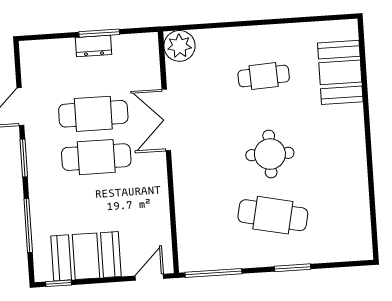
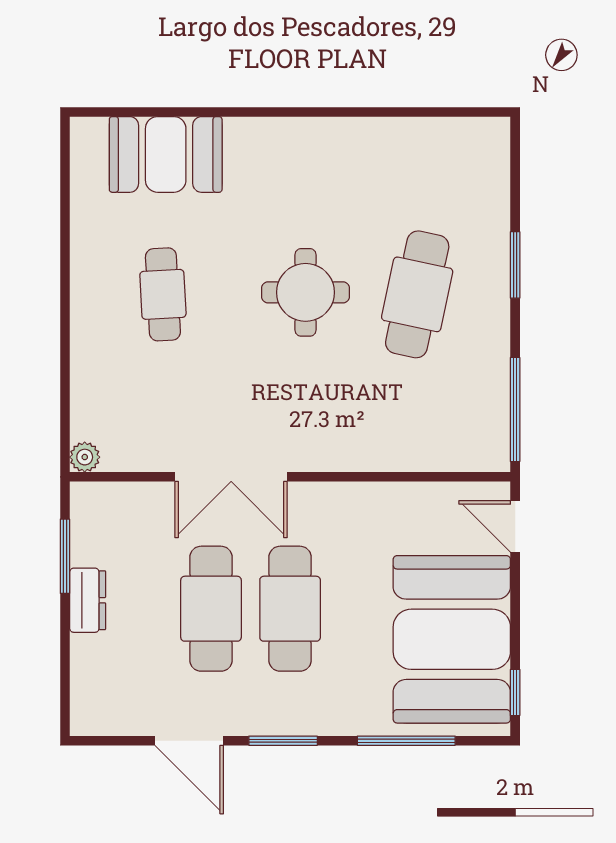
window: (99, 33) -> (65, 556), moved
plant: (179, 46) -> (85, 457), width x0.53, depth x0.53
booth: (86, 256) -> (452, 639), width x1.36, depth x1.42

